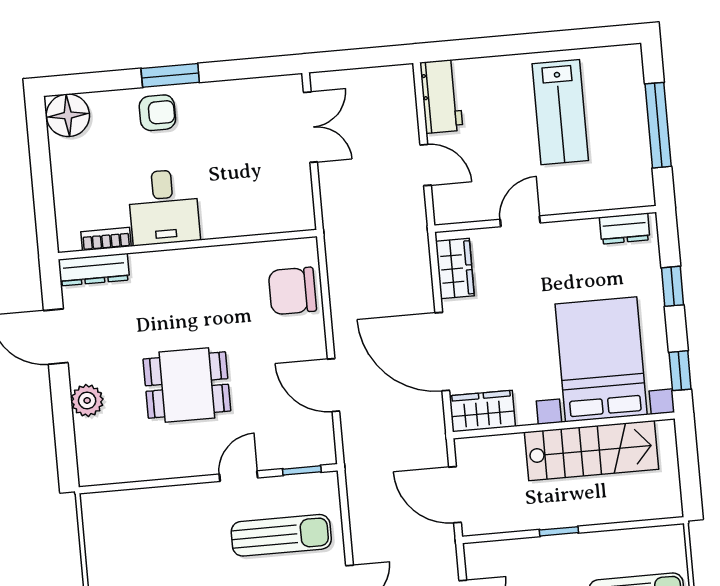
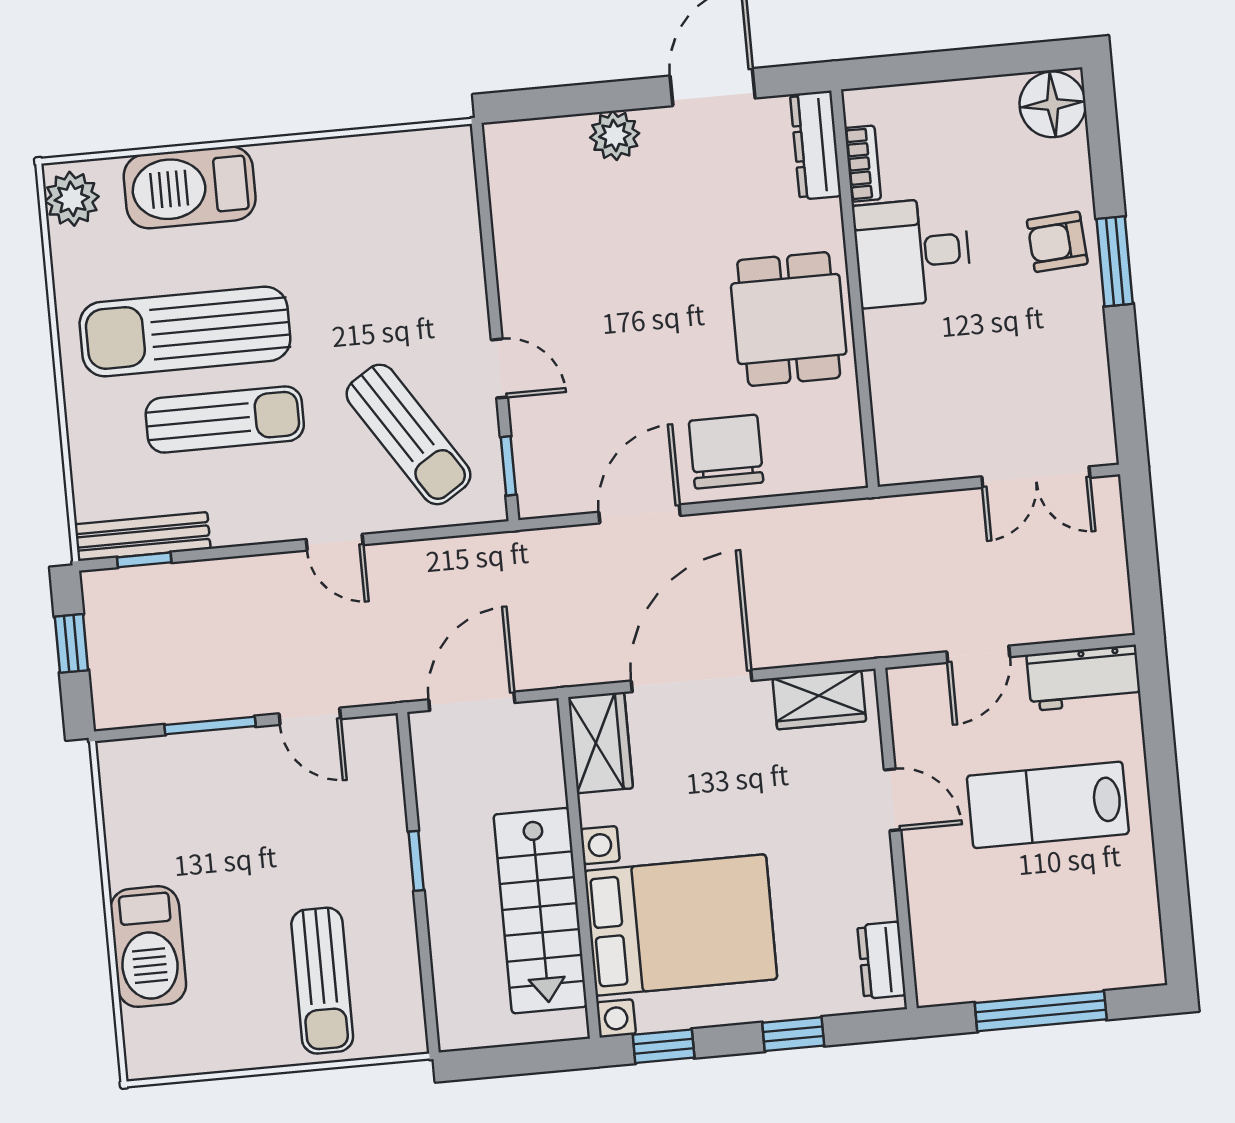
lab bench: (560, 112) -> (1048, 805), moved
armchair: (157, 113) -> (1057, 242), turned 86
chair: (292, 291) -> (726, 452), moved
dining table: (187, 385) -> (789, 319), moved
sun lounger: (281, 535) -> (409, 434), turned -33

